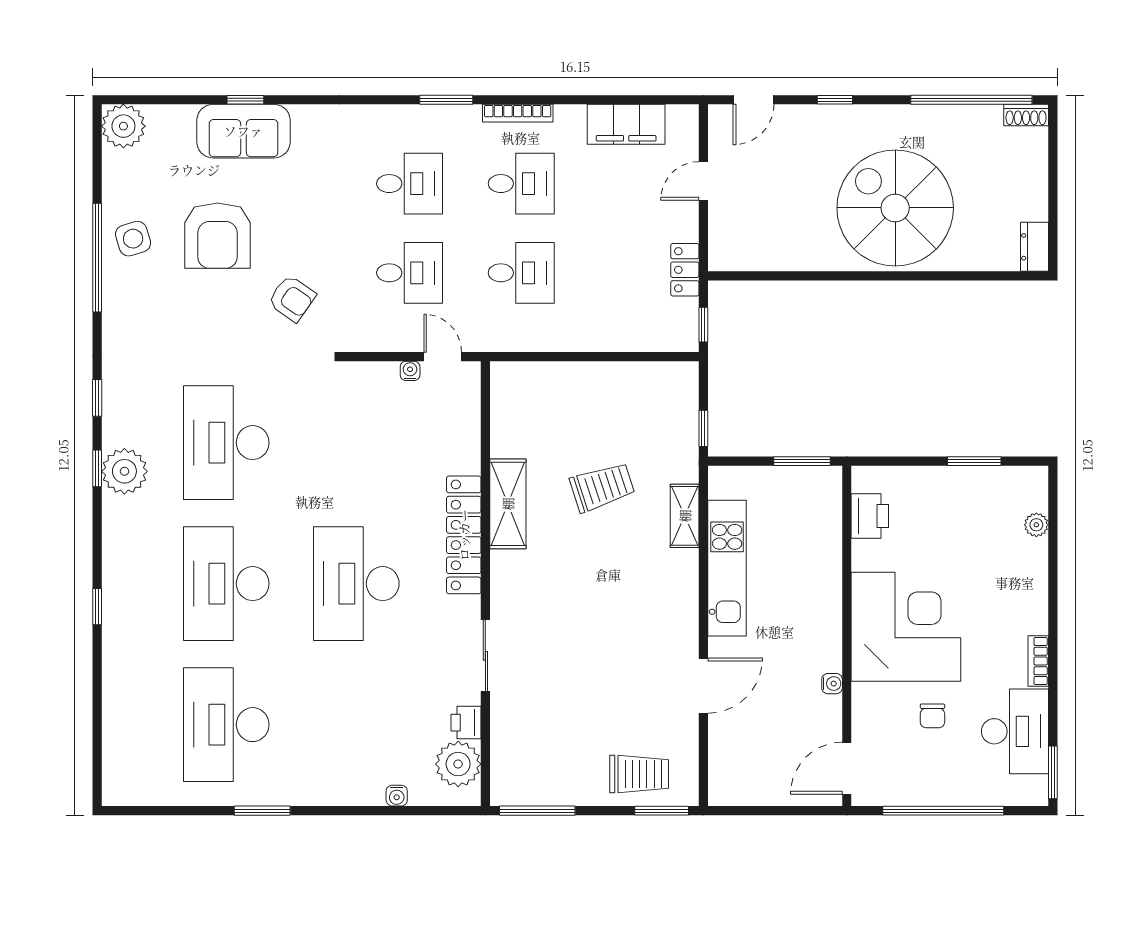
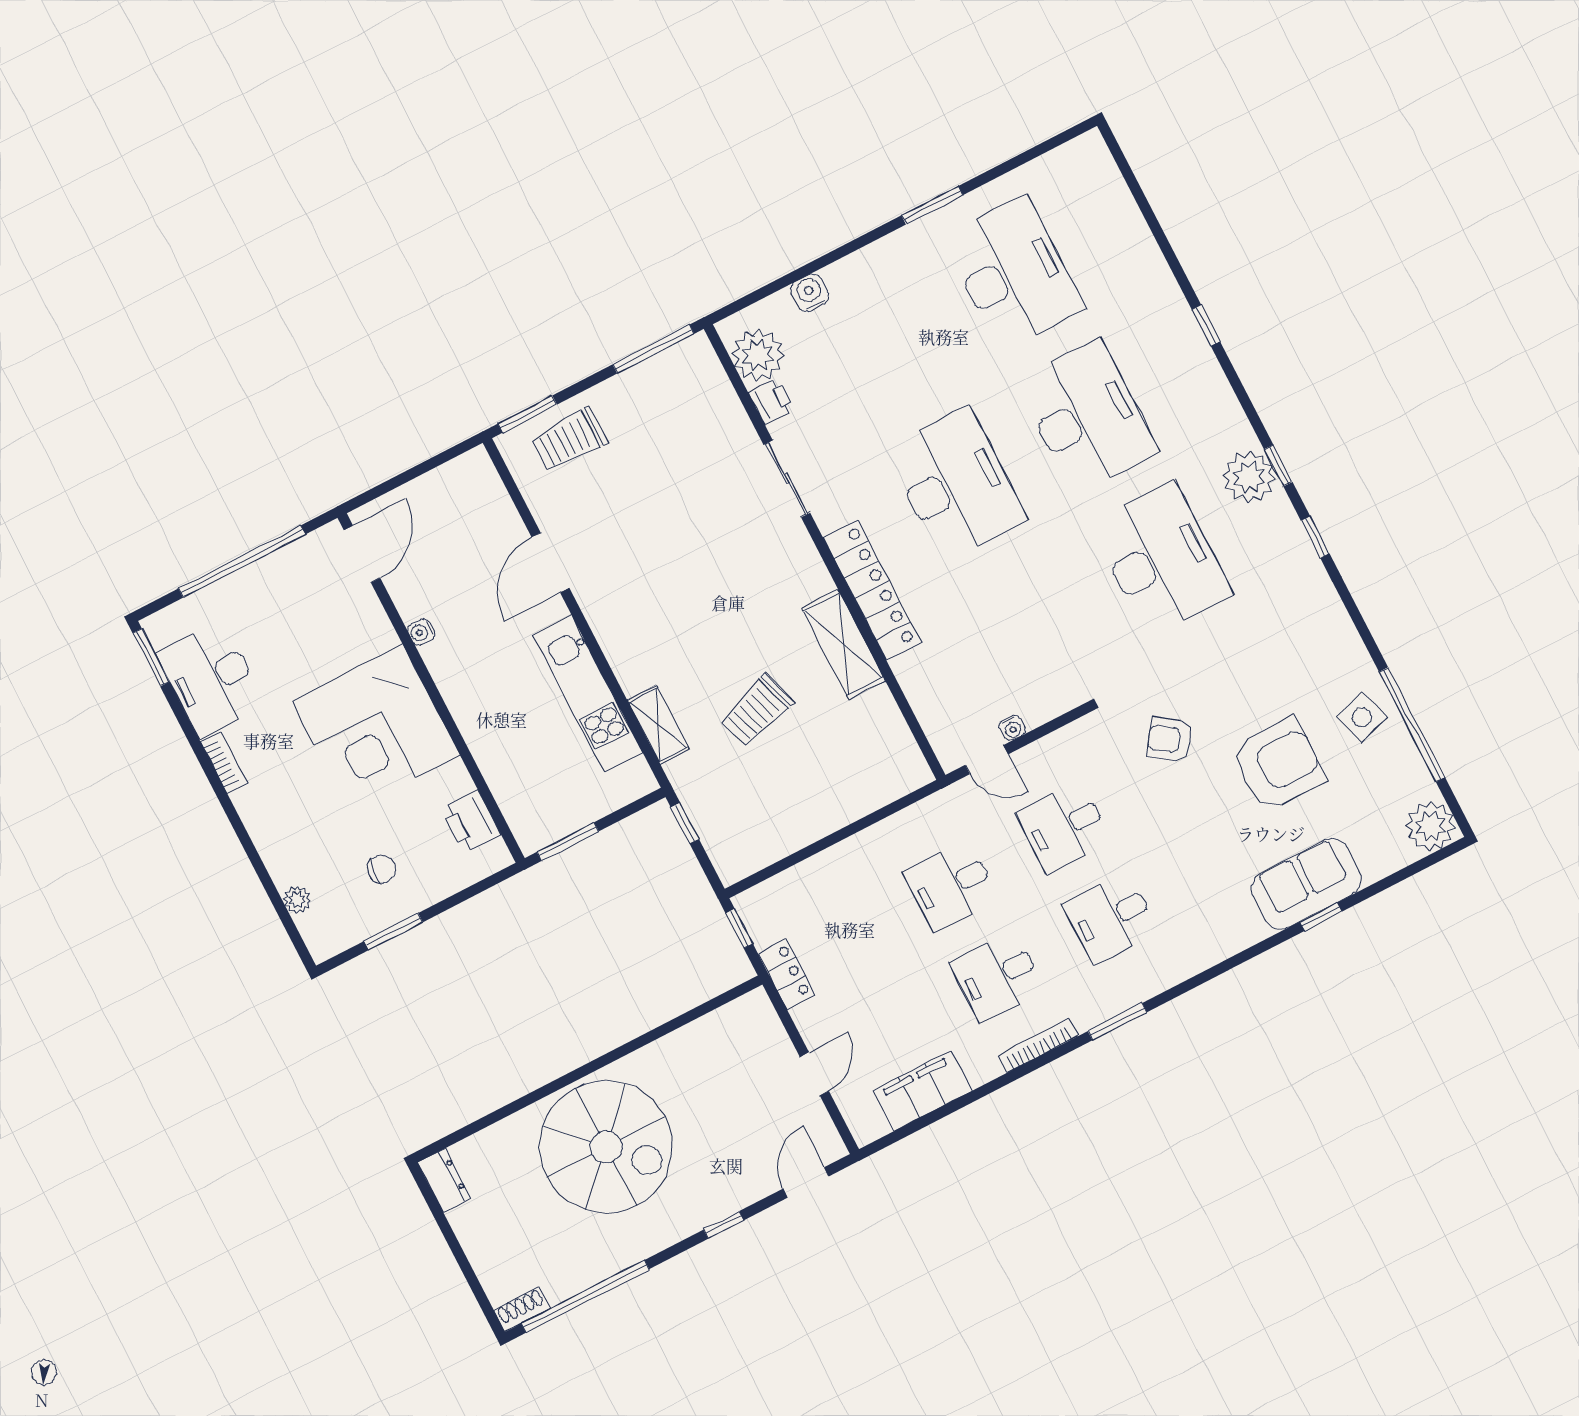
armchair: (218, 236) -> (1278, 764), turned 90
window: (97, 258) -> (1412, 725), moved
chair: (932, 716) -> (382, 869), moved, turned 96
water cooler: (397, 796) -> (810, 293), width x1.38, depth x1.38

